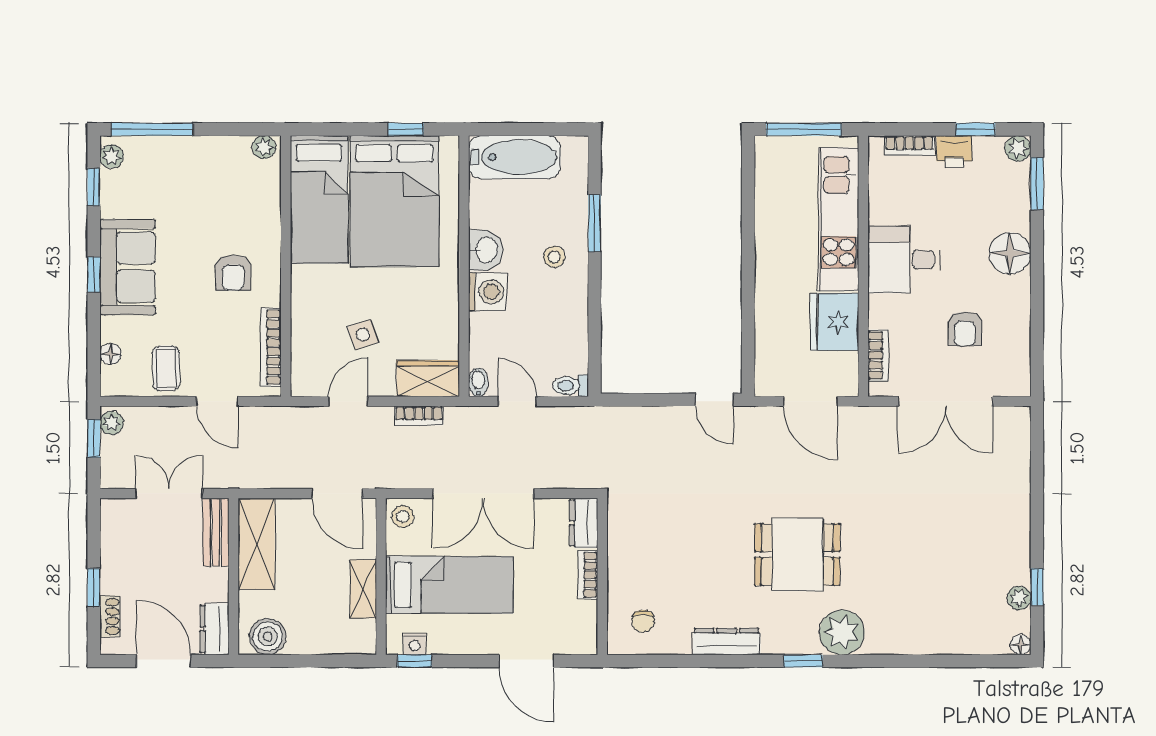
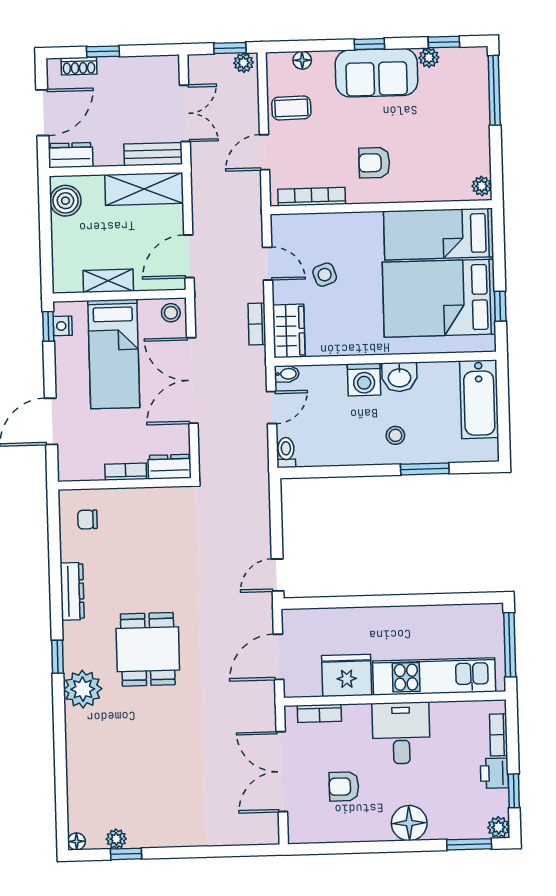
plant: (112, 156) -> (429, 58), moved

